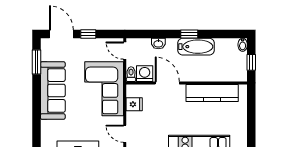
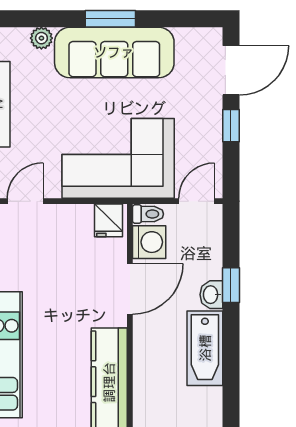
window: (189, 34) -> (231, 285), moved
washbasin: (158, 44) -> (211, 295), moved
window: (36, 62) -> (110, 19), moved
fridge: (134, 104) -> (109, 220), moved
plant: (46, 126) -> (41, 38), added

